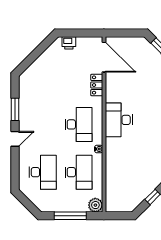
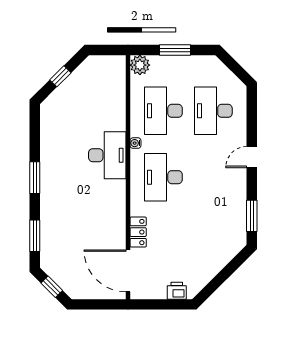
window: (15, 109) -> (252, 216), moved
desk: (119, 120) -> (107, 155), moved
window: (70, 216) -> (175, 50), width x0.69

